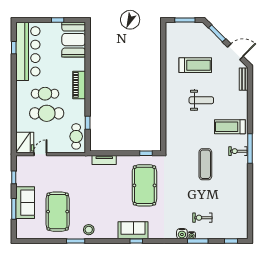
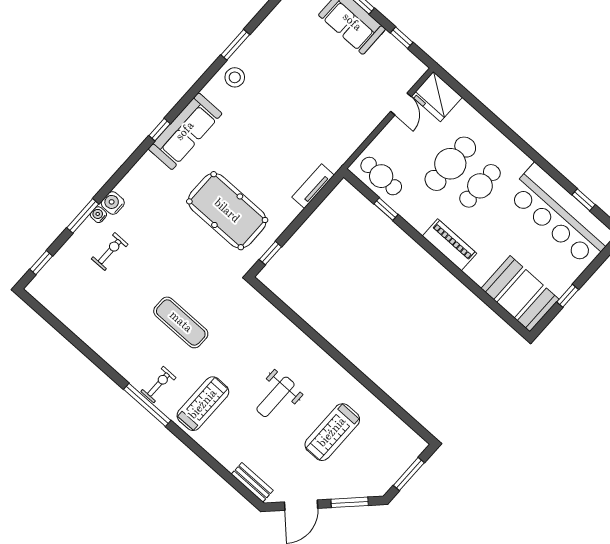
pool table: (58, 212) -> (299, 56), removed
sofa: (133, 230) -> (185, 131), width x1.36

